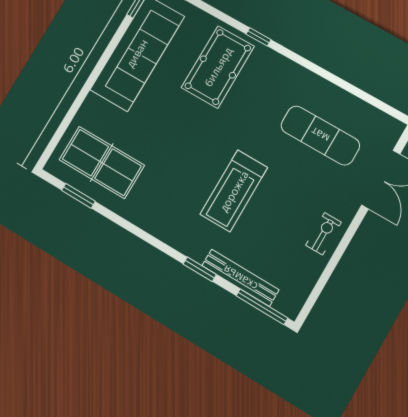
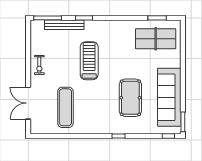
pool table: (218, 67) -> (130, 98), moved
exercise mat: (320, 135) -> (65, 107), turned 90

